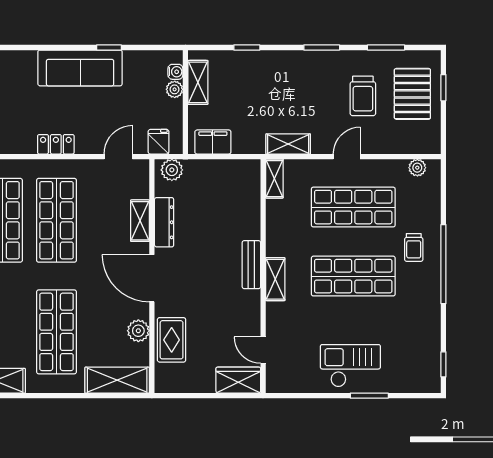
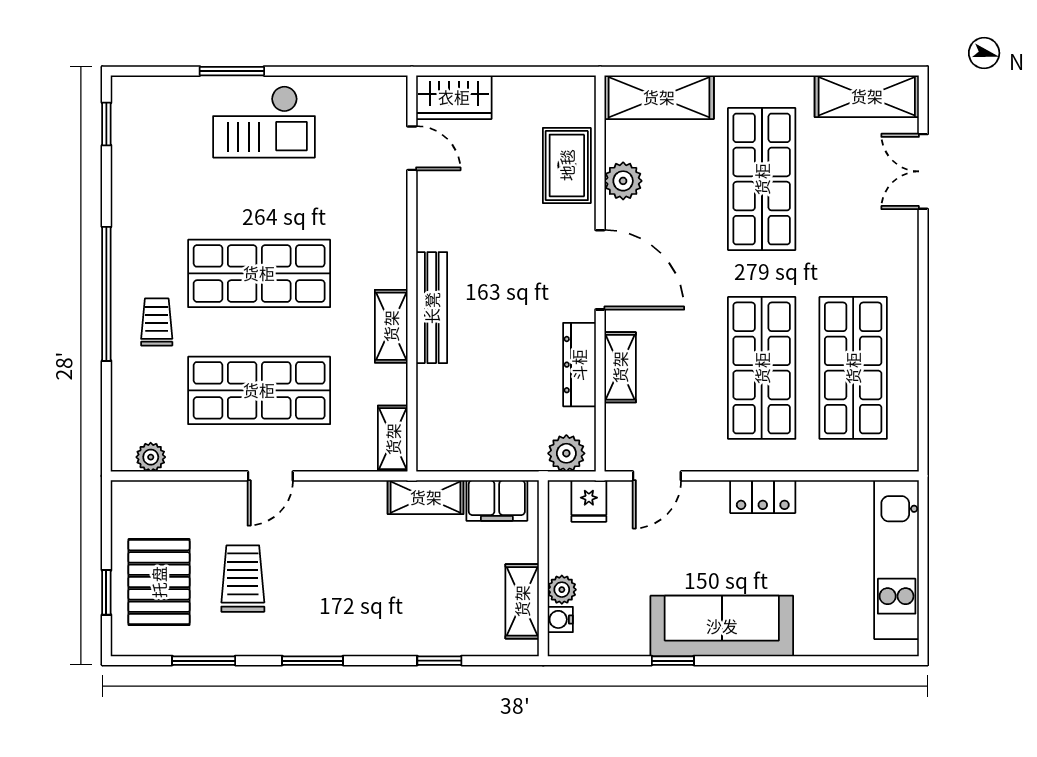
shelving: (288, 144) -> (426, 497), moved
bench: (251, 265) -> (432, 308), width x1.36
shelving: (275, 279) -> (391, 326), moved

